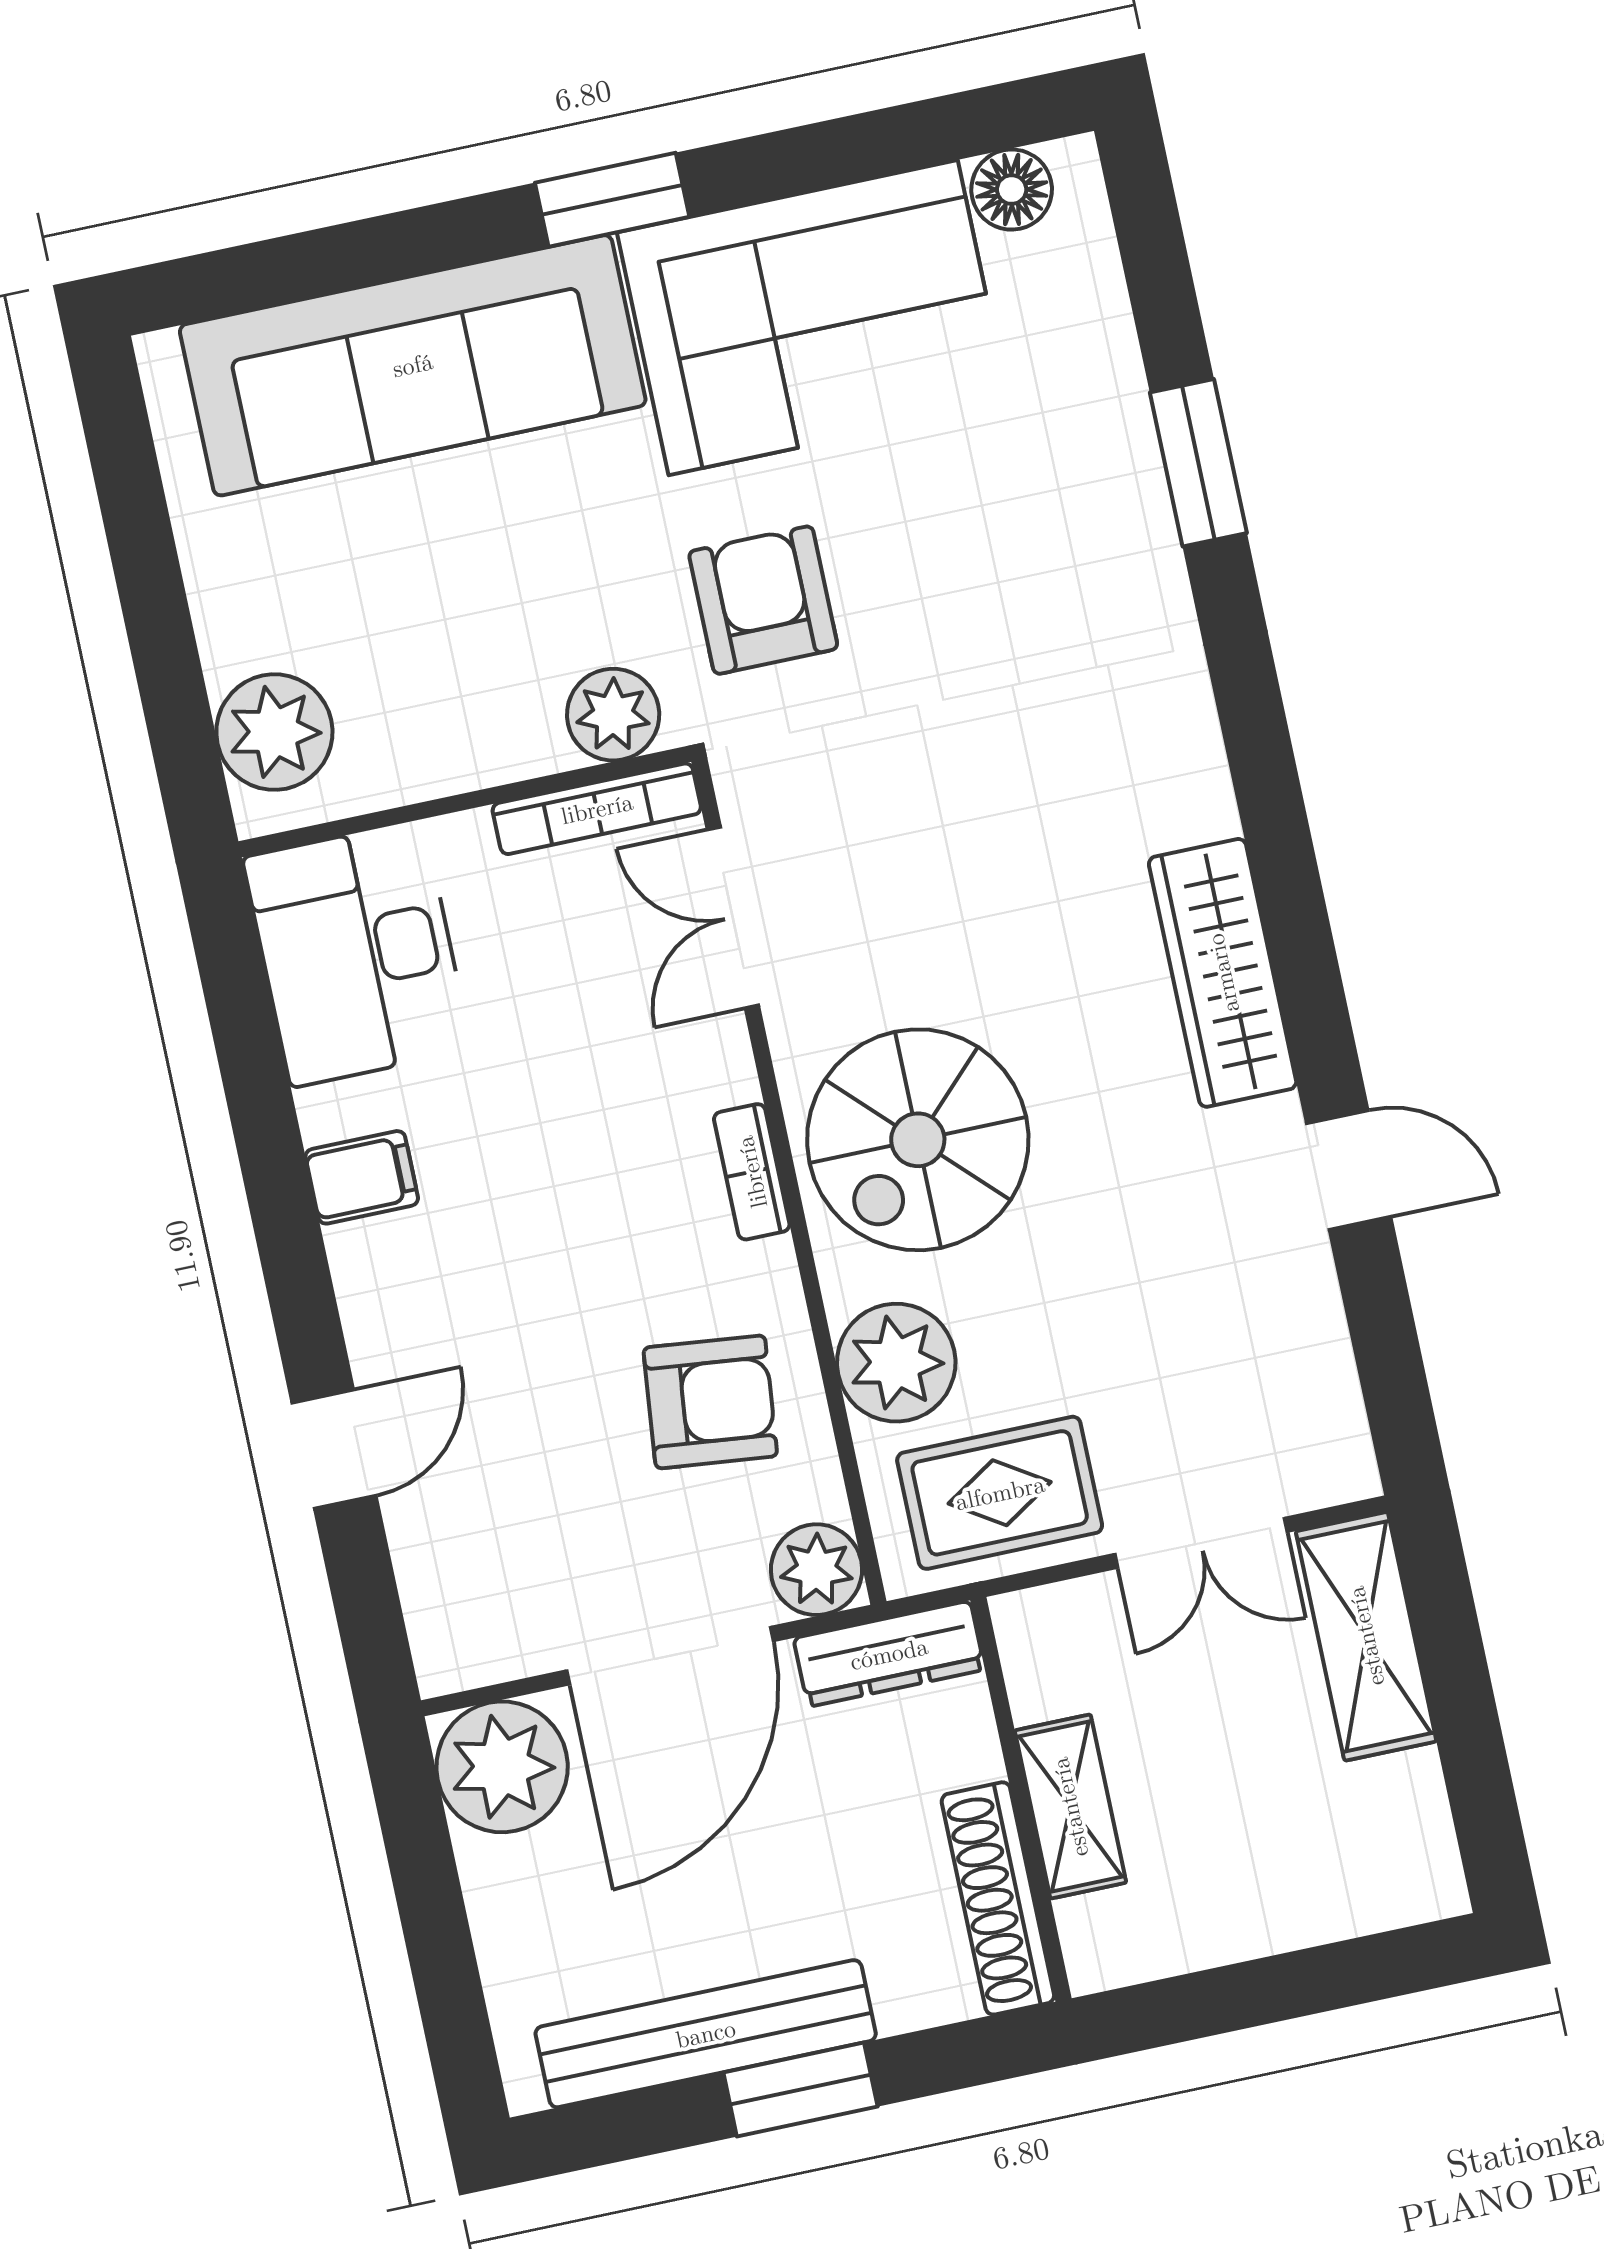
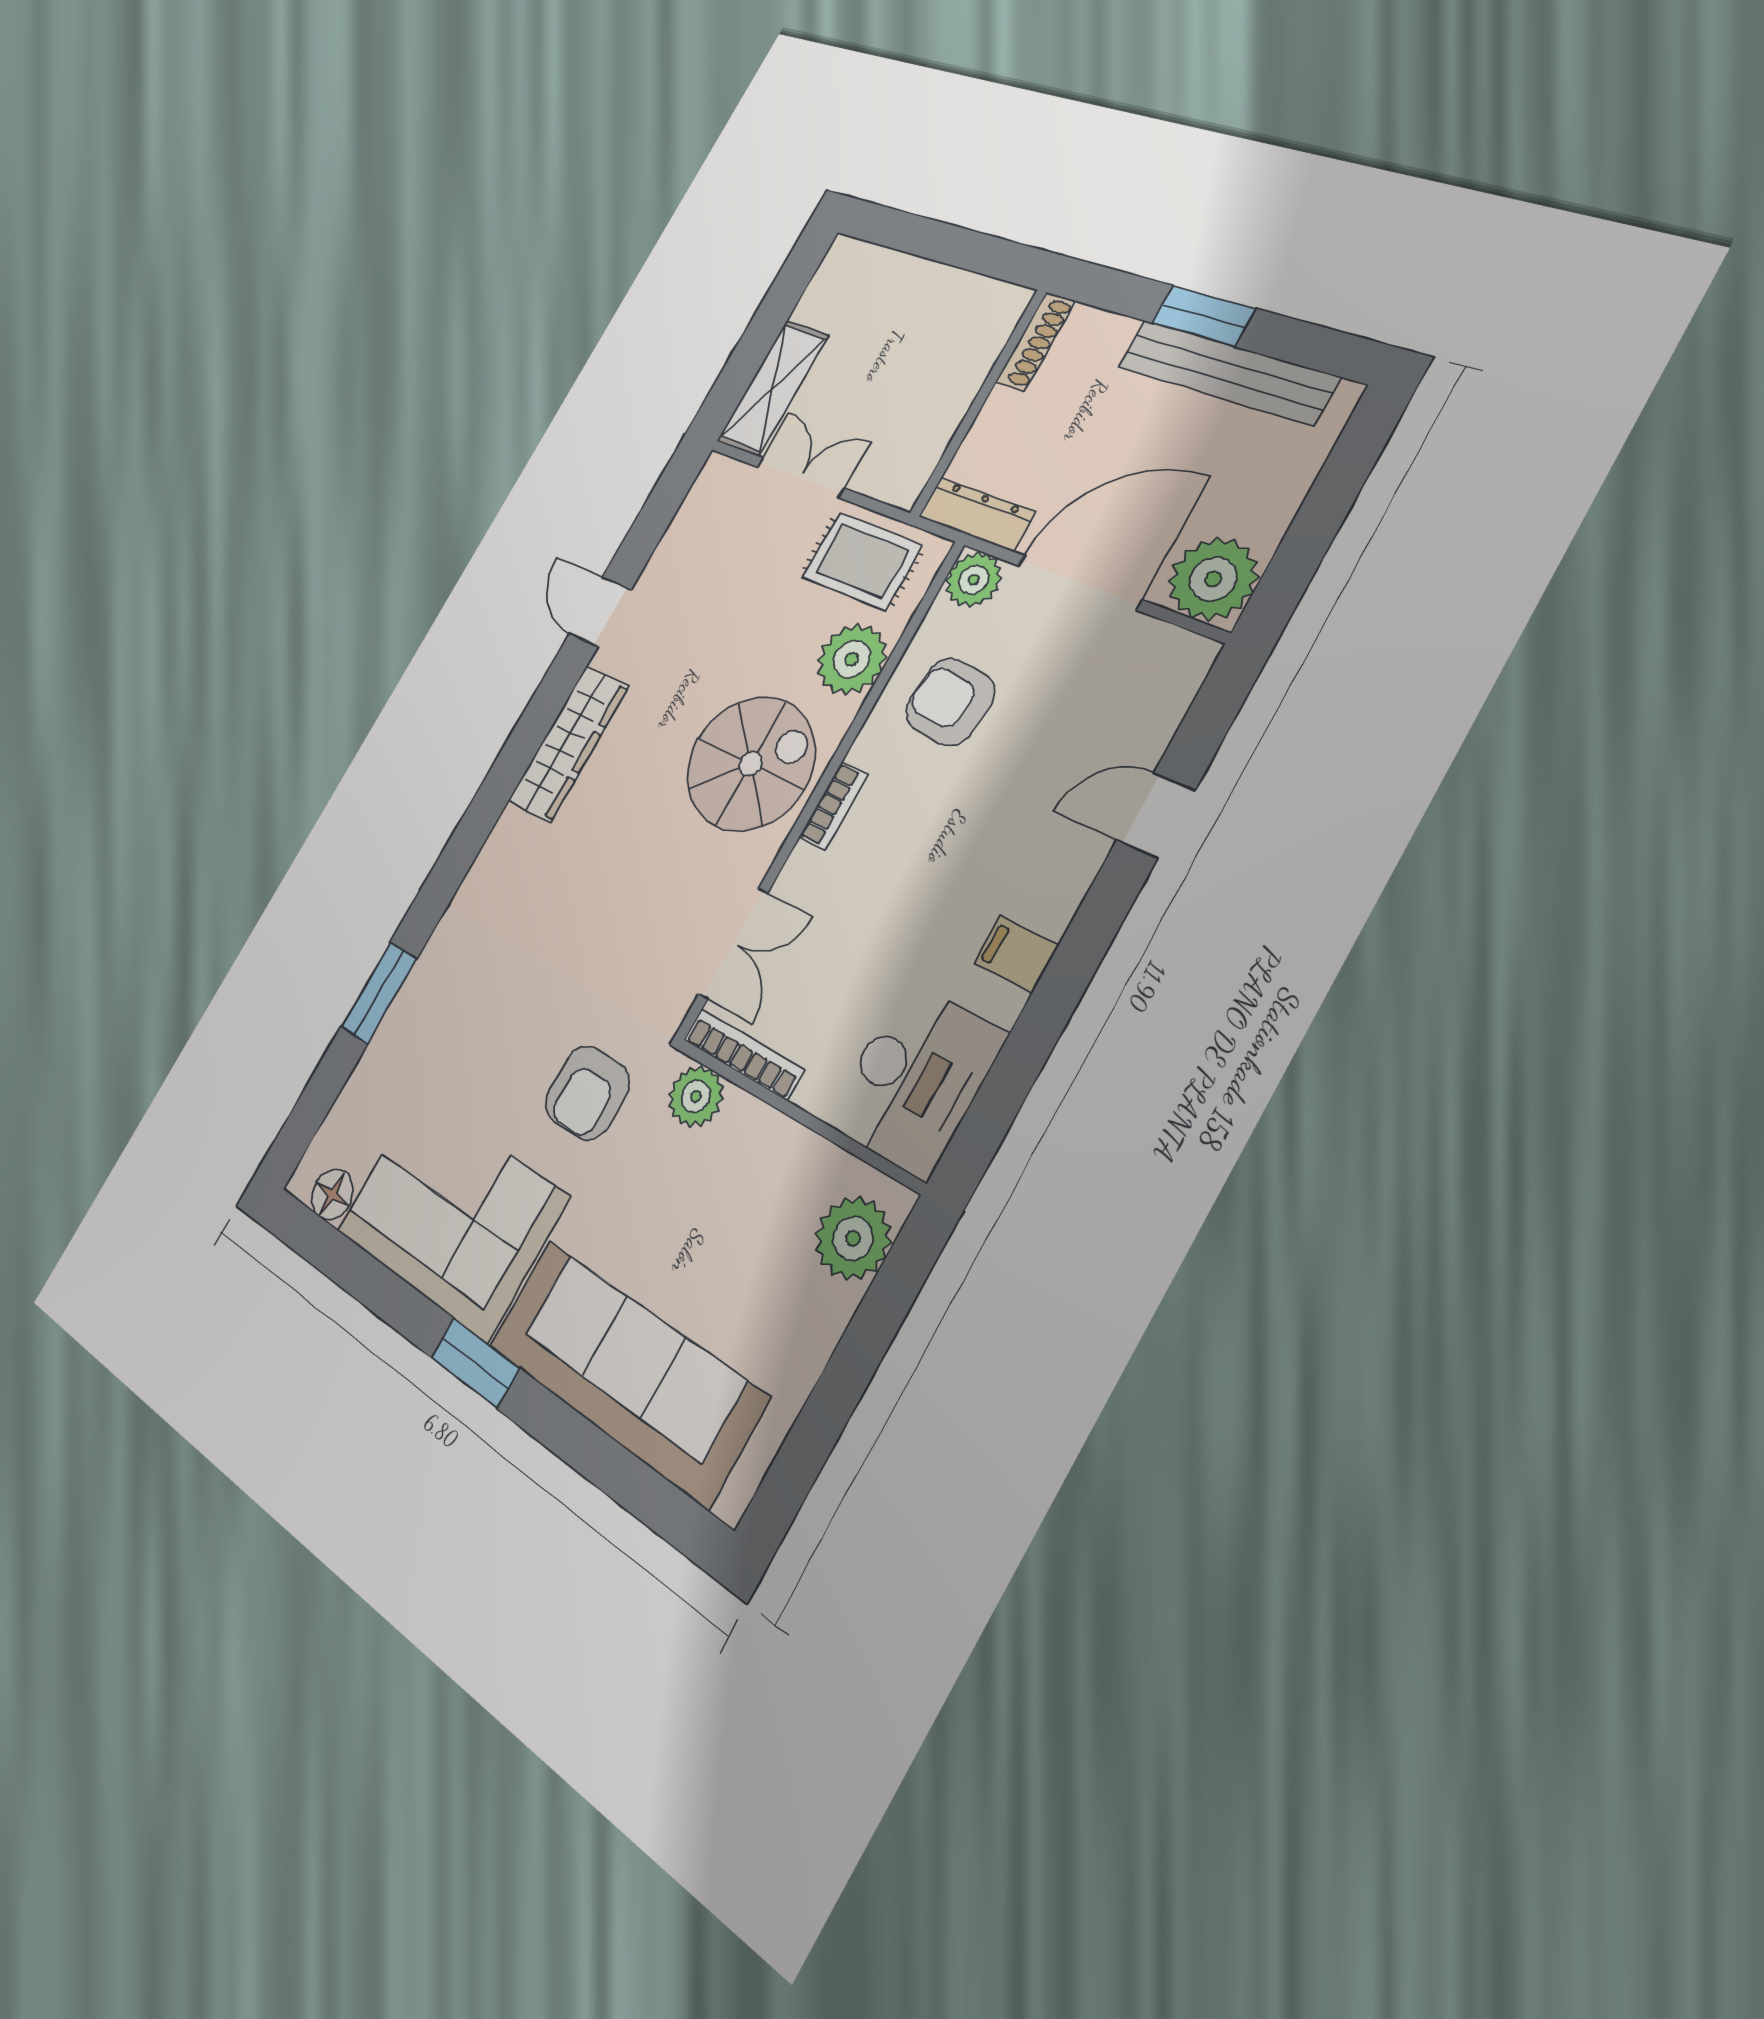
shelving: (1070, 1807) -> (960, 385), removed
shoe rack: (998, 1898) -> (1035, 342), width x0.74, depth x0.81

